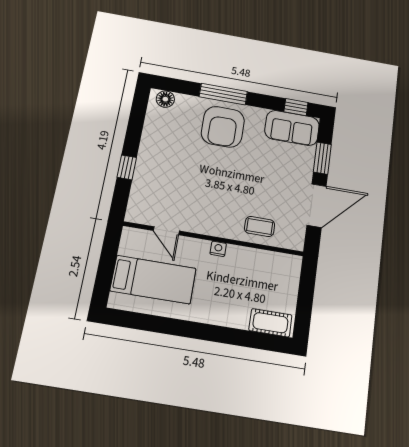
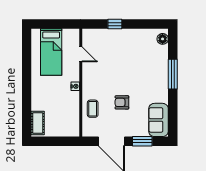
window: (296, 107) -> (173, 121), removed
armchair: (223, 127) -> (122, 102), moved, width x0.53, depth x0.53
door: (166, 231) -> (81, 54), swing flipped

